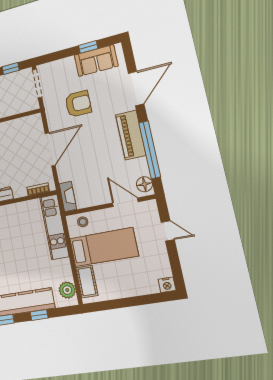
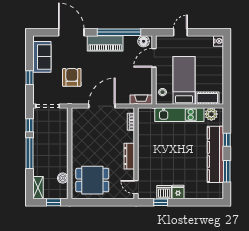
window: (88, 47) -> (30, 78), moved
door: (50, 149) -> (102, 106), hinge flipped
kitchen unit: (54, 227) -> (179, 115), moved

